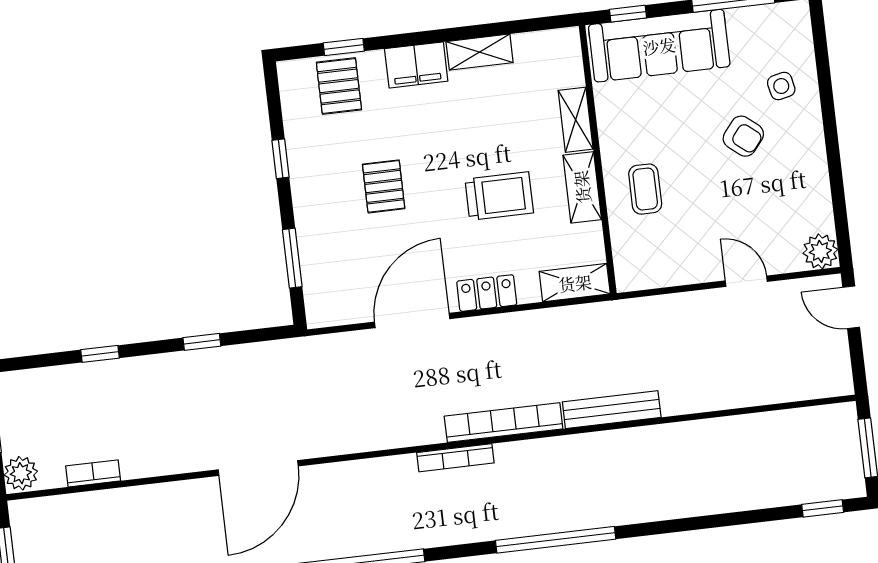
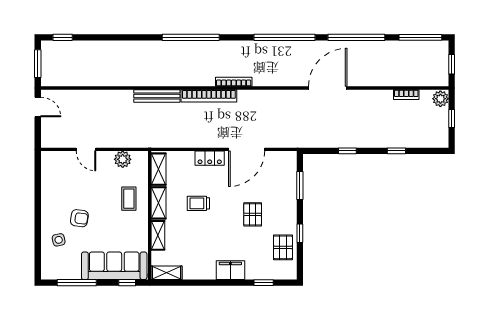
shelving: (480, 52) -> (167, 273), moved
pallet: (339, 86) -> (283, 247), moved
armchair: (743, 136) -> (79, 218), turned 149
trolley: (499, 196) -> (198, 203), width x0.73, depth x0.72
plant: (820, 251) -> (123, 159), moved
shelving: (575, 283) -> (159, 169), moved, turned 90
door: (851, 307) -> (38, 107), moved

